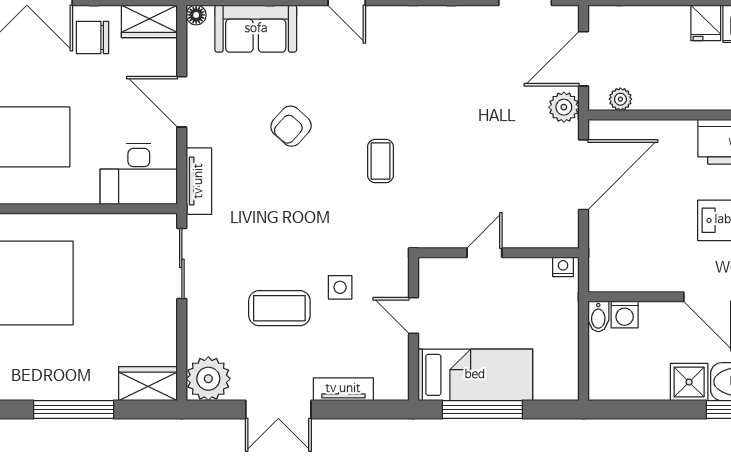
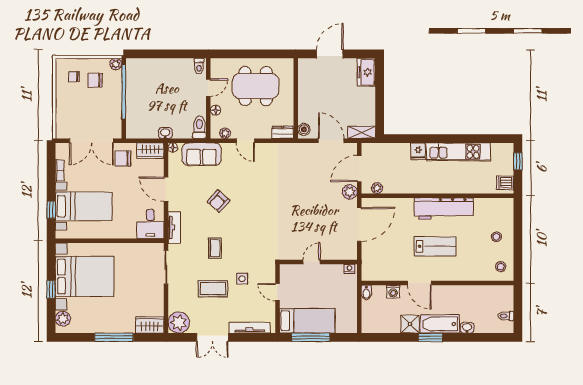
coffee table: (381, 161) -> (215, 248), moved
desk: (139, 174) -> (150, 224), width x0.73
washing machine: (625, 315) -> (393, 292), moved
tv unit: (343, 389) -> (250, 328), width x1.41

